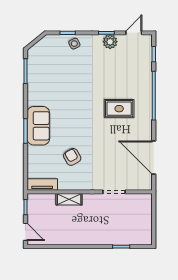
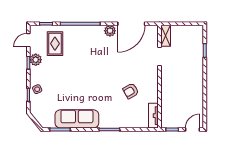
door: (134, 33) -> (28, 40), hinge flipped
rug: (119, 109) -> (55, 44), moved
sofa: (38, 126) -> (77, 119), moved, width x1.36
plant: (145, 132) -> (110, 31), added
shelving: (69, 199) -> (166, 36), moved

